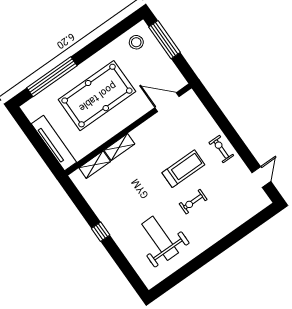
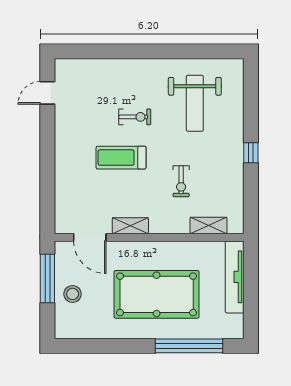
window: (164, 40) -> (47, 279), moved
stool: (136, 42) -> (73, 294), moved
shelving: (119, 147) -> (130, 226), moved
exercise bike: (221, 149) -> (181, 181), moved

